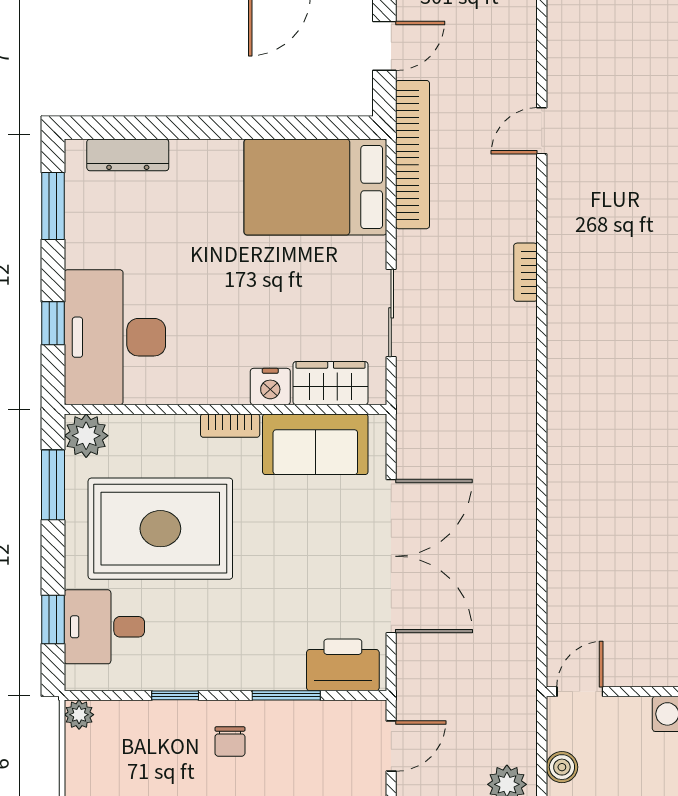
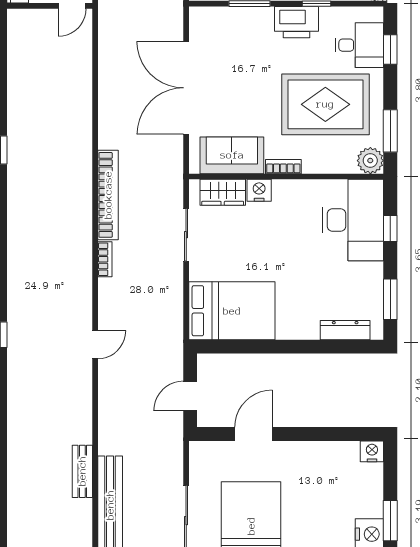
bookcase: (413, 155) -> (108, 195), moved, turned 180
printer: (343, 665) -> (296, 22), moved

